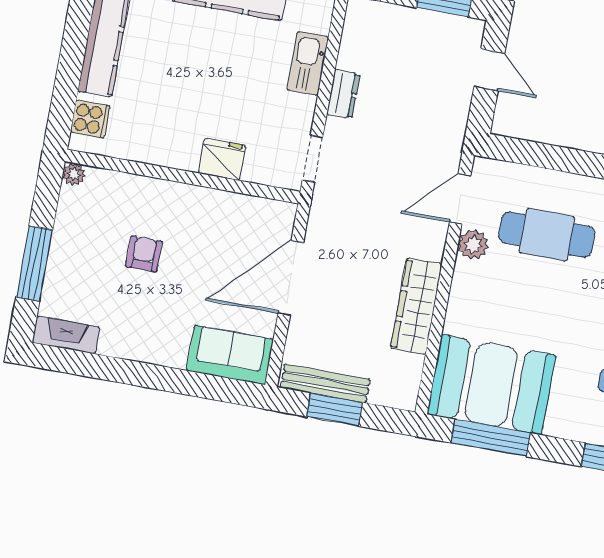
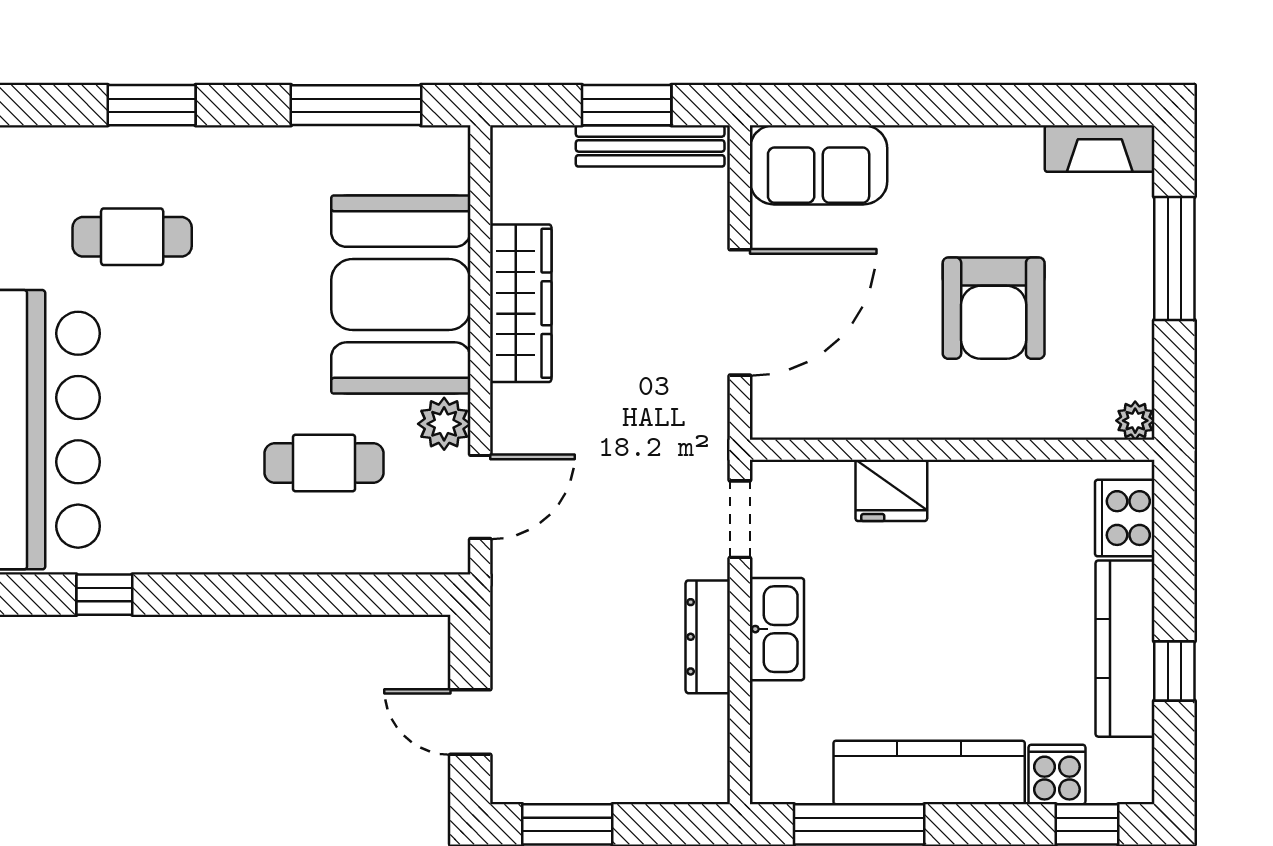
window: (78, 25) -> (1174, 671), added
kitchen sink: (308, 63) -> (777, 629), moved
dresser: (343, 94) -> (708, 637), width x1.44
cooker: (90, 119) -> (1125, 518), width x1.36
cafe table: (547, 235) -> (324, 463), width x0.73, depth x0.74
armchair: (144, 254) -> (994, 308), width x1.88, depth x1.88
booth: (491, 385) -> (401, 295), moved, turned 90

